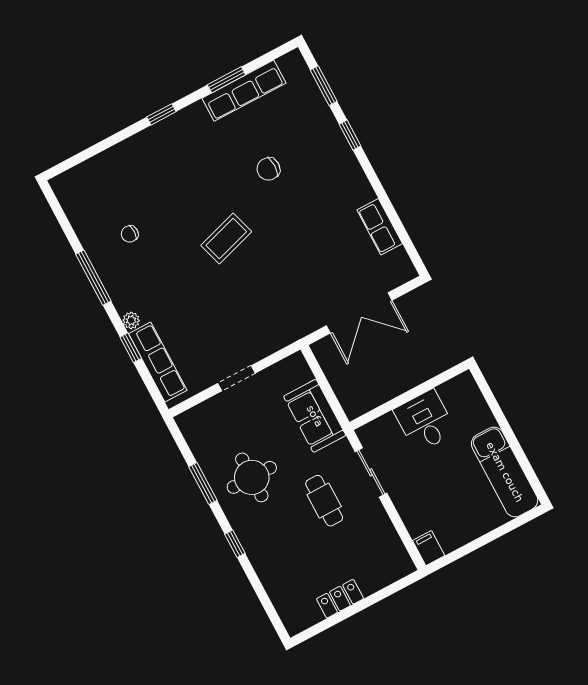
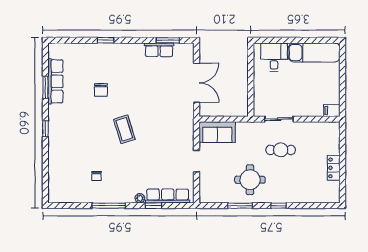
window: (324, 86) -> (168, 40), moved
sofa: (315, 416) -> (217, 132), moved
desk: (425, 421) -> (274, 57), moved, turned 90

